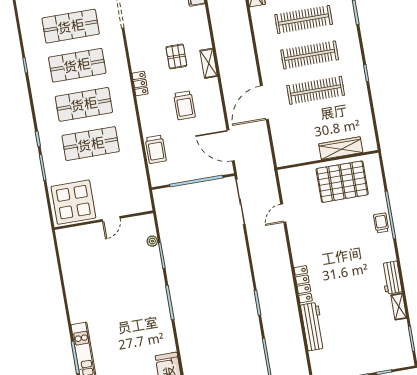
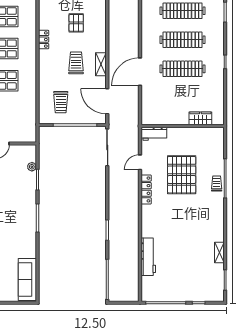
shelving: (209, 63) -> (101, 64), moved
trolley: (184, 105) -> (76, 63), turned 180
wardrobe: (341, 148) -> (200, 118), width x0.67
trolley: (156, 149) -> (61, 102), moved
pallet: (342, 182) -> (182, 175), moved, turned 90
workbench: (391, 278) -> (154, 134), moved, turned -90
locker: (303, 284) -> (146, 189), moved

